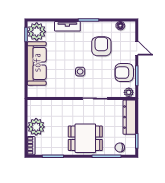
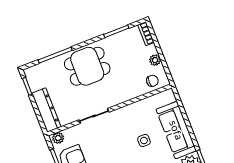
side table: (80, 72) -> (144, 140), moved
plant: (36, 127) -> (155, 60), width x0.53, depth x0.53
chair: (120, 147) -> (152, 81), moved

